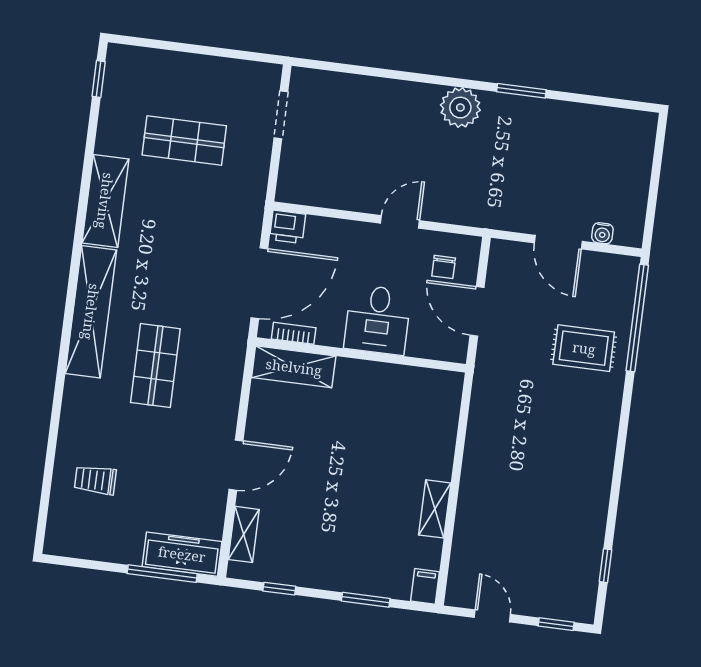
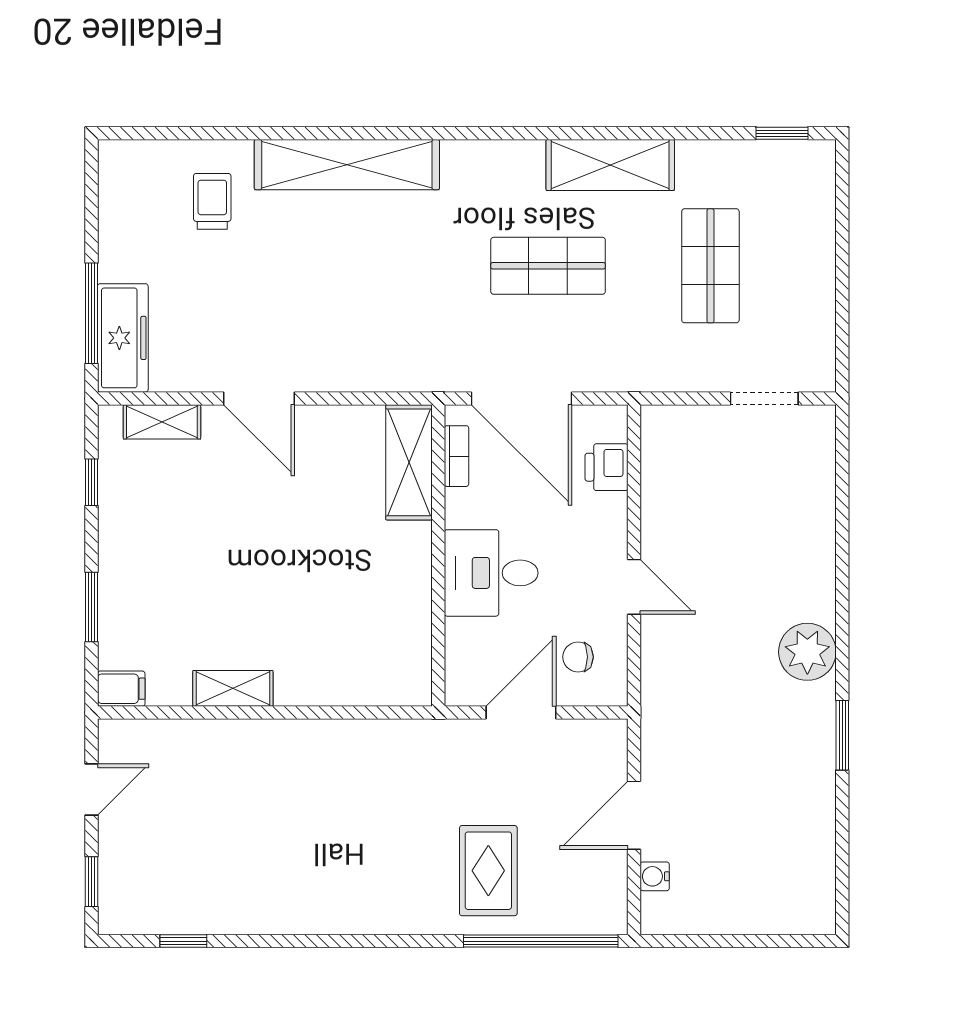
printer: (287, 227) -> (607, 467), moved
shelving: (91, 312) -> (347, 165), moved
shop shelf: (155, 366) -> (548, 266), moved

